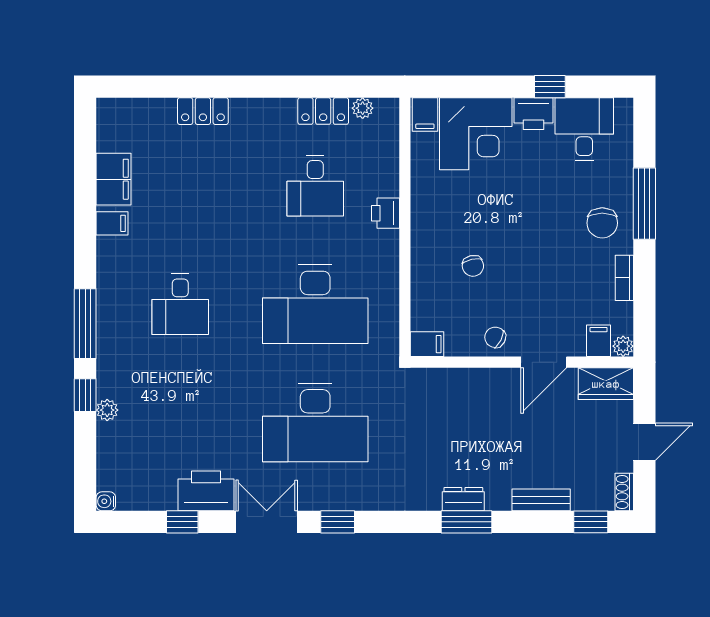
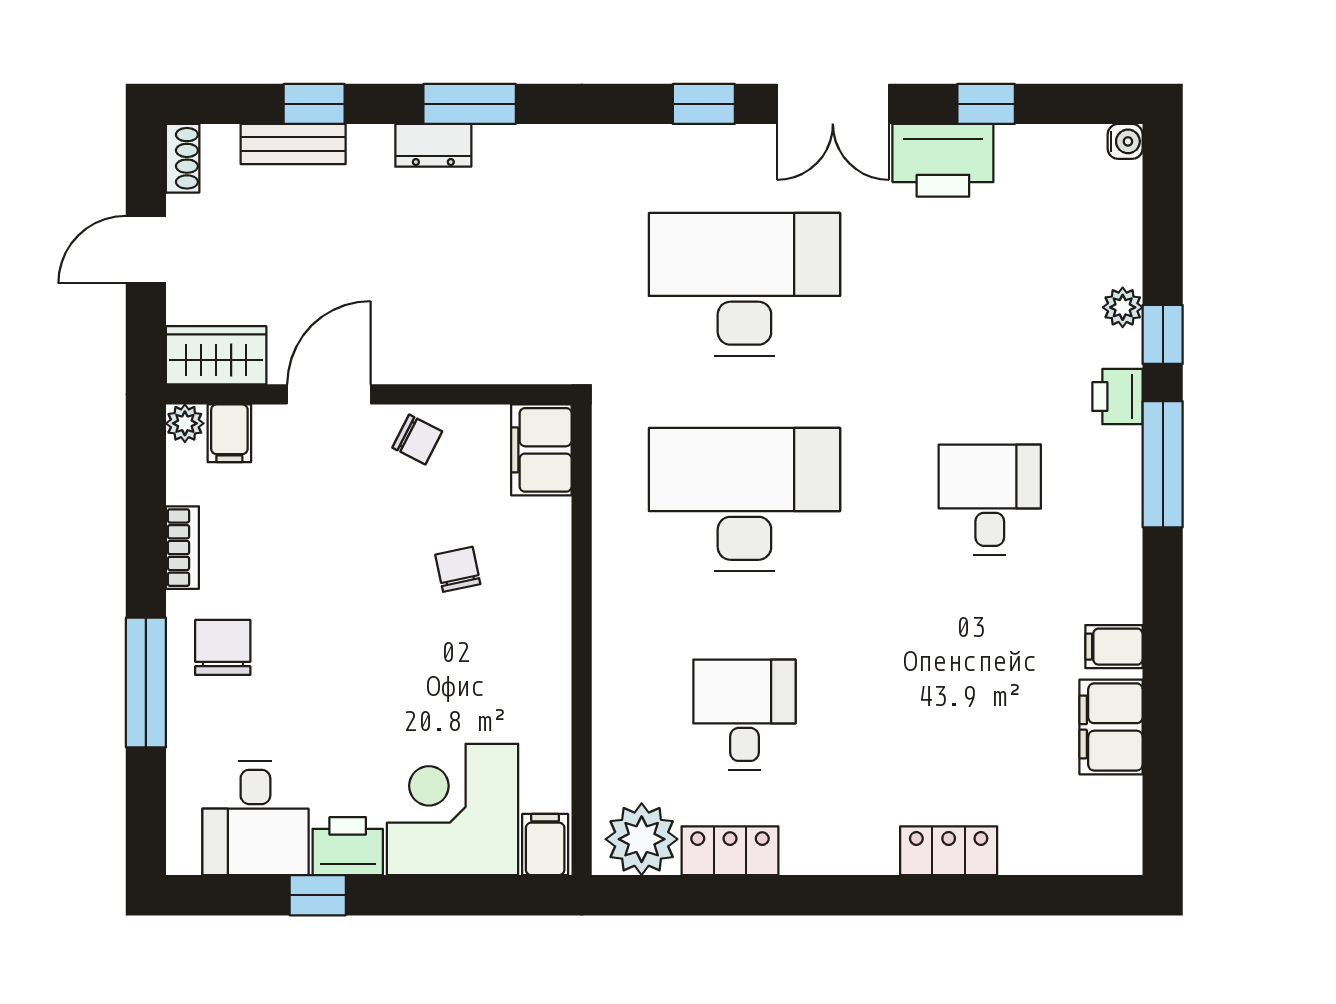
plant: (363, 108) -> (642, 839), width x1.87, depth x1.87
printer: (385, 213) -> (1117, 397), moved, turned 180
filing cabinet: (427, 344) -> (541, 450), width x2.00
dresser: (463, 499) -> (433, 145), moved
bench: (541, 500) -> (293, 144), moved
window: (591, 522) -> (314, 104), moved

